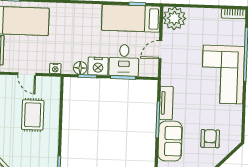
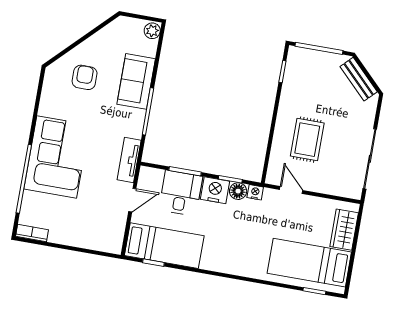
plant: (174, 18) -> (109, 238), removed
nightstand: (55, 68) -> (255, 192), moved
door: (27, 74) -> (291, 190), moved
tv unit: (166, 103) -> (129, 160), moved
armchair: (210, 139) -> (85, 77), turned 180

